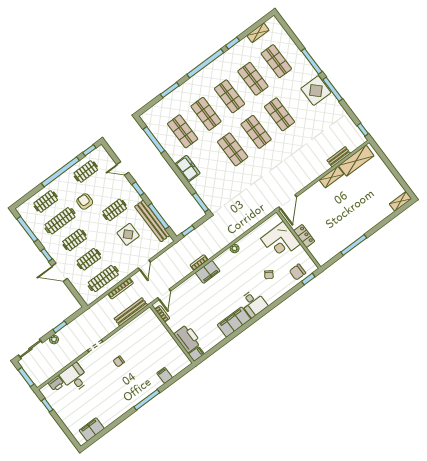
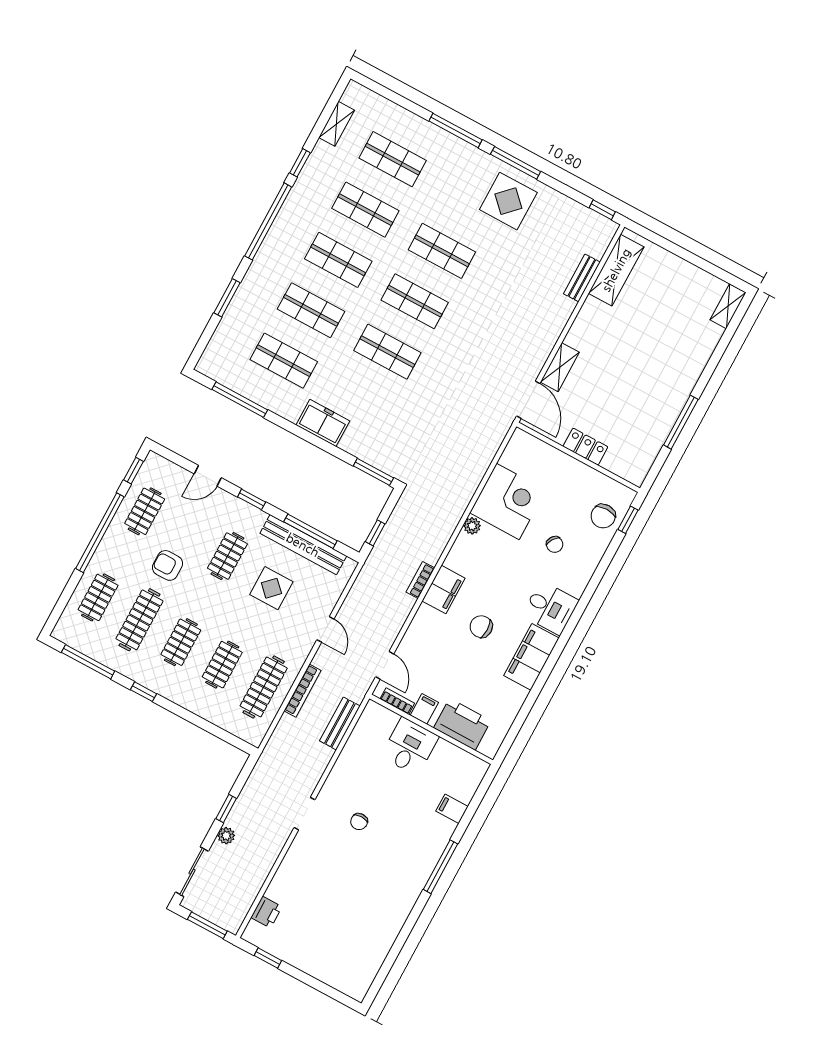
display table: (316, 91) -> (508, 201), moved
shelving: (332, 177) -> (560, 367), moved
corner desk: (281, 241) -> (508, 501), moved, turned -90
door: (60, 272) -> (181, 712), removed
chair: (217, 297) -> (481, 627), added
bench: (131, 312) -> (340, 723), width x0.73
filing cabinet: (196, 354) -> (424, 709), moved
desk: (75, 378) -> (410, 746), moved, turned 90
filing cabinet: (92, 429) -> (367, 964), removed

